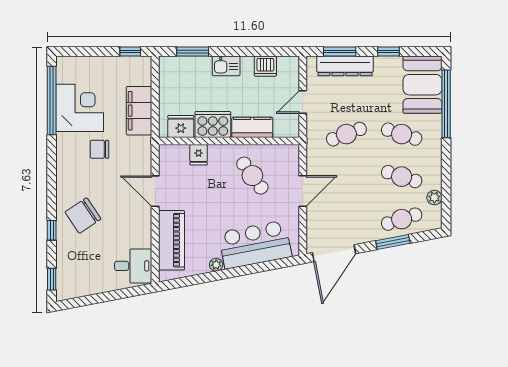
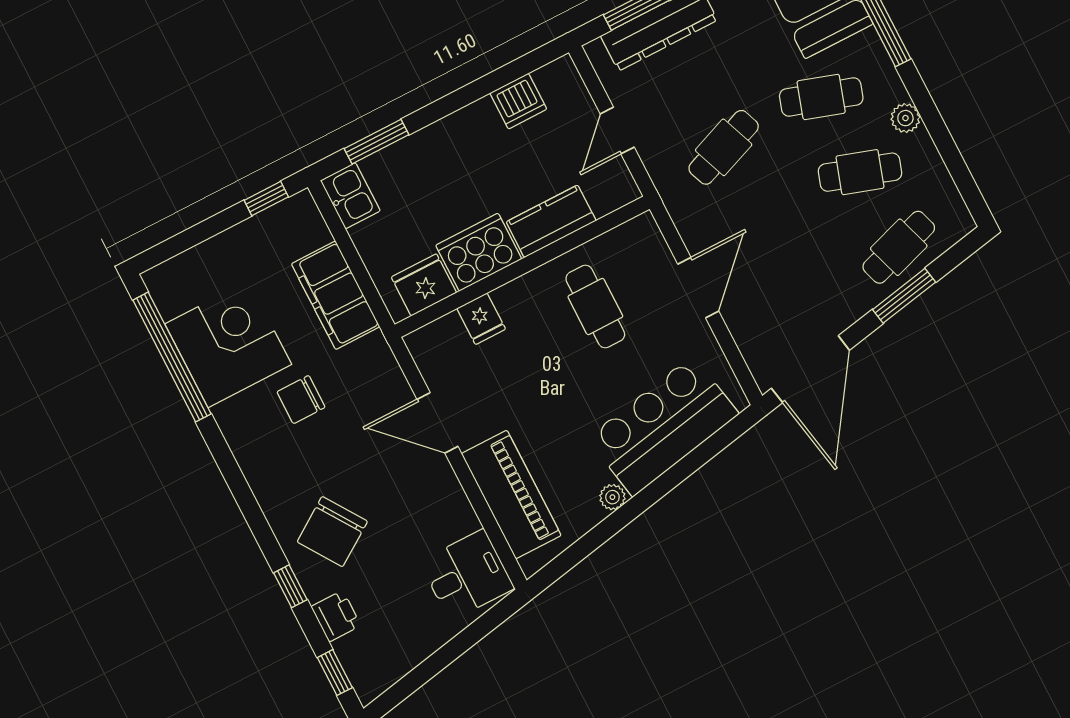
kitchen sink: (226, 66) -> (350, 196), moved, turned -90
cafe table: (252, 176) -> (595, 307), turned 36
plant: (434, 198) -> (905, 118), moved
printer: (65, 254) -> (336, 616), added

